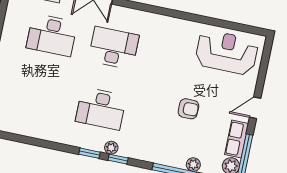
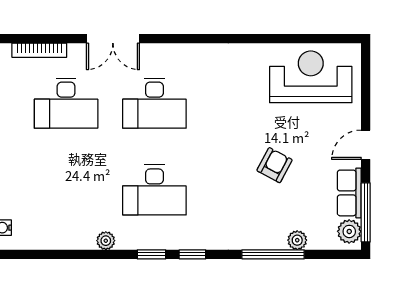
desk: (114, 48) -> (154, 103), turned 180
armchair: (188, 109) -> (275, 165), turned -62
plant: (111, 148) -> (106, 241), moved

